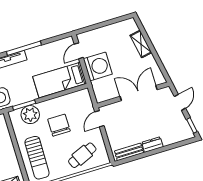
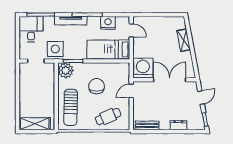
nightstand: (50, 50) -> (108, 23), added
door: (79, 51) -> (131, 30), swing flipped
washing machine: (98, 66) -> (143, 68), moved, turned -90
plant: (30, 115) -> (66, 70), moved
dresser: (152, 145) -> (178, 125), moved

